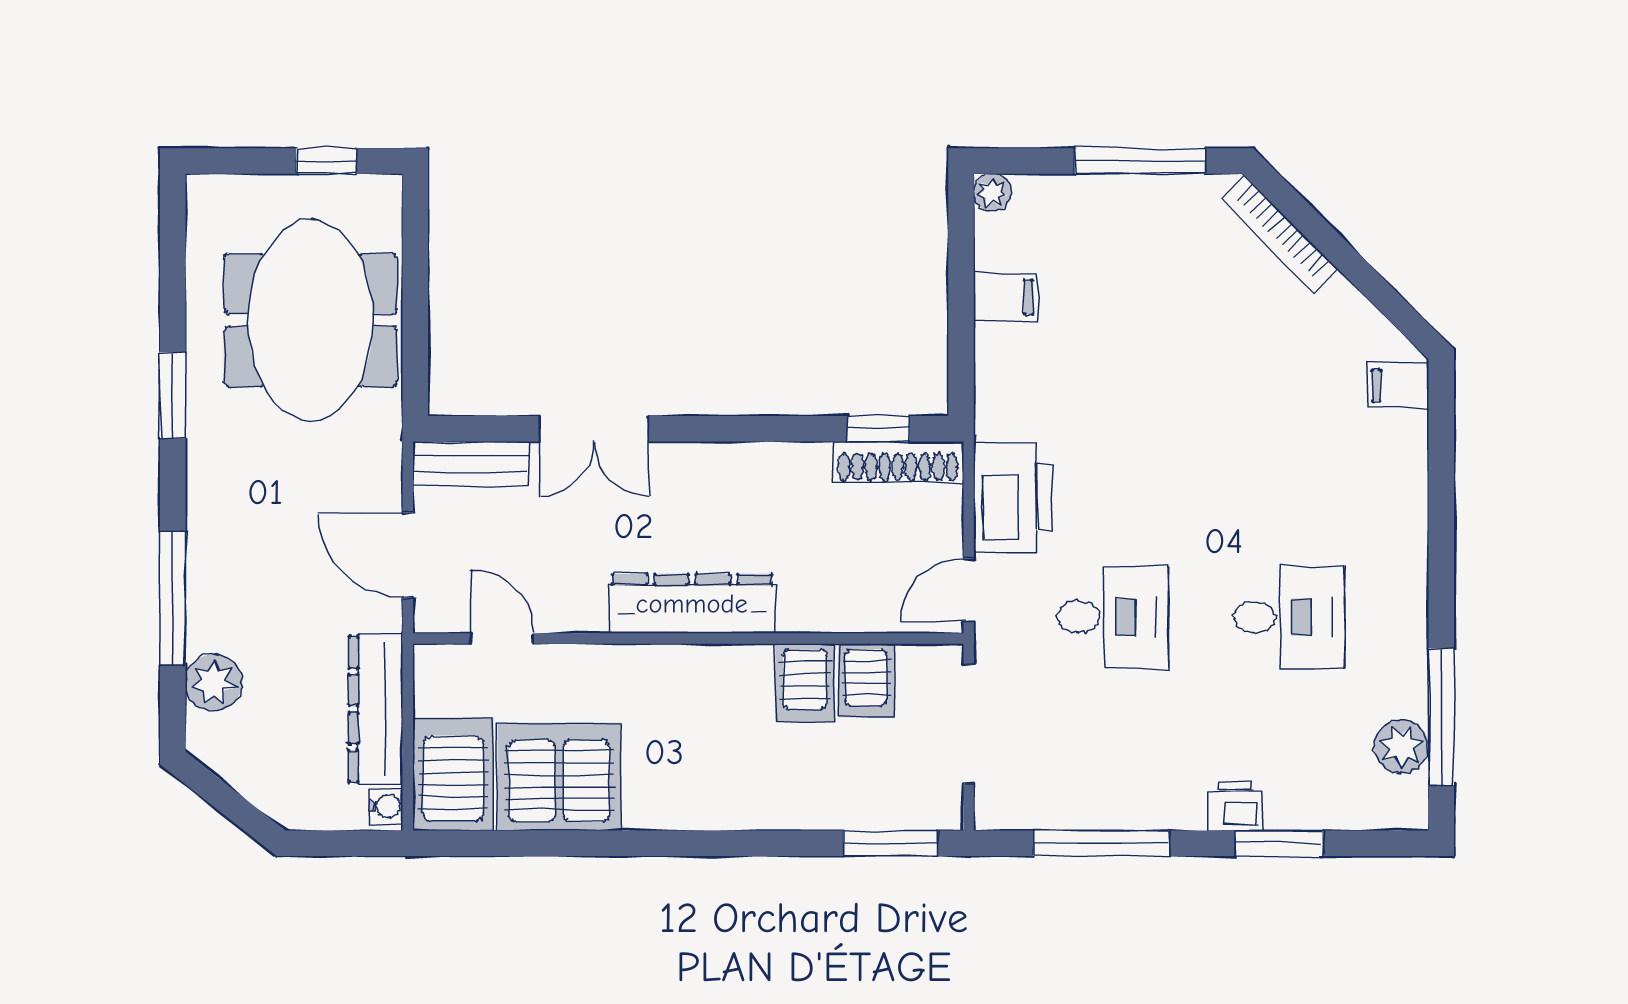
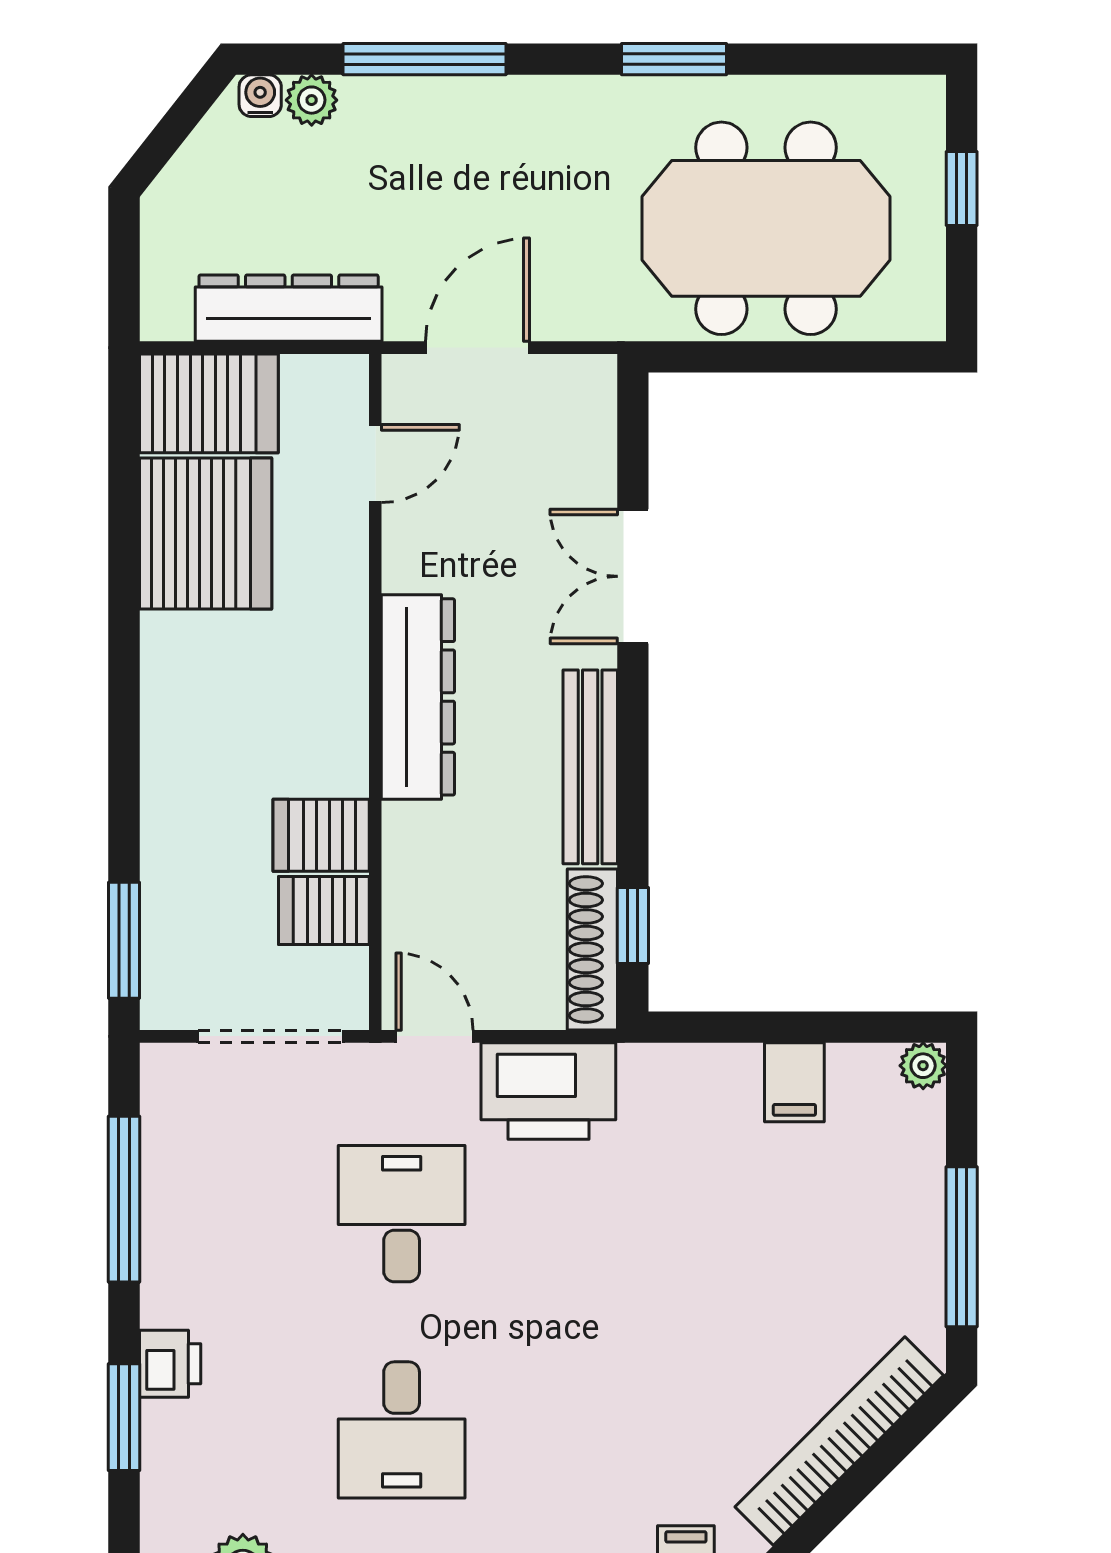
window: (326, 161) -> (962, 188), moved
bookcase: (1280, 234) -> (839, 1441), width x1.48, depth x1.31
bench: (471, 463) -> (590, 767), moved, width x1.36
desk: (1113, 617) -> (402, 1214), turned 180
plant: (214, 683) -> (312, 100), width x0.73, depth x0.73
water cooler: (386, 806) -> (260, 96), moved, turned 180

